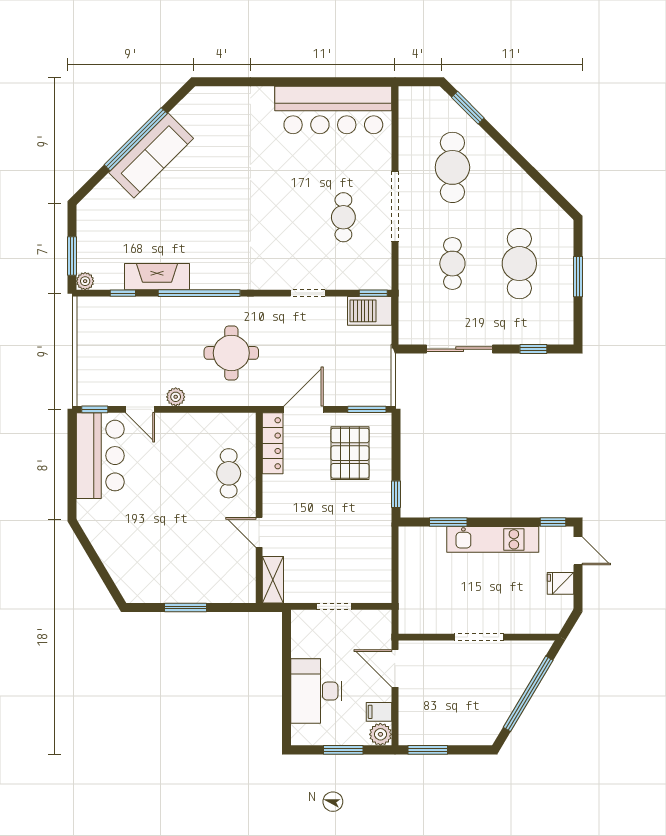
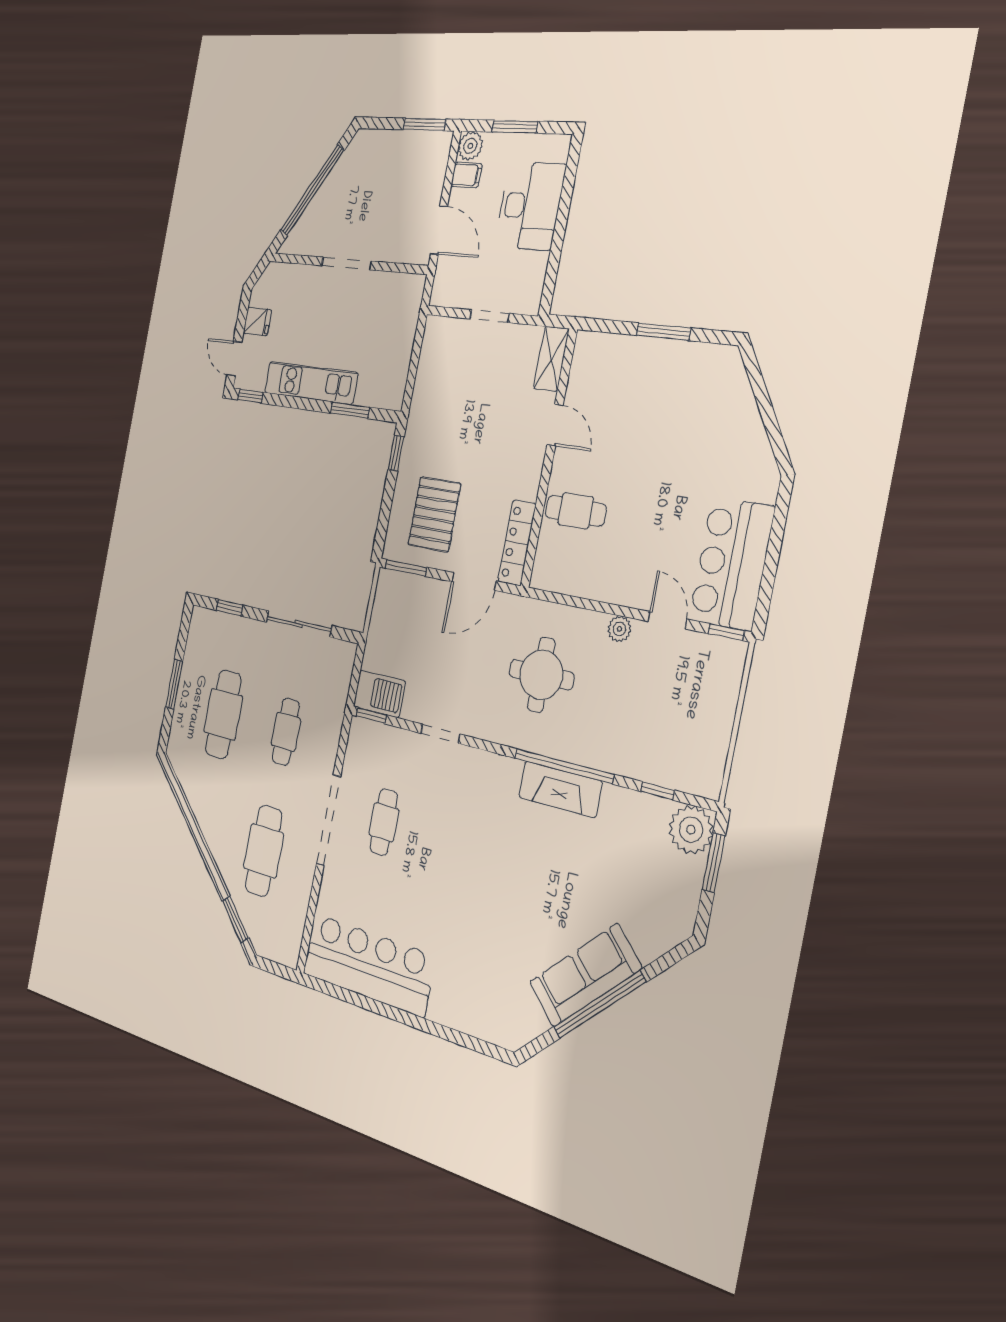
fireplace: (157, 277) -> (560, 789), moved
plant: (85, 281) -> (691, 830), width x1.88, depth x1.88
cafe table: (229, 473) -> (576, 511), turned 90

